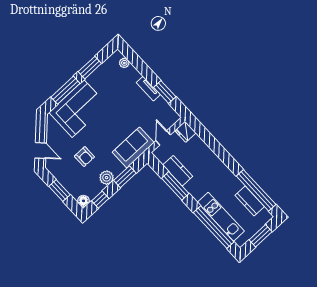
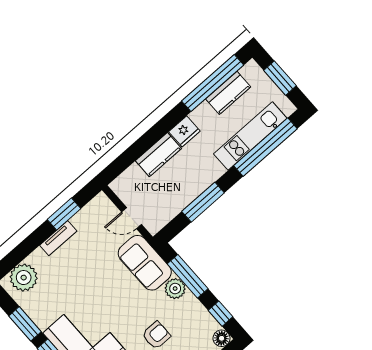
plant: (124, 63) -> (24, 278), width x1.87, depth x1.87
fridge: (185, 132) -> (184, 131), moved
kitchen counter: (178, 171) -> (158, 155), moved, turned 180
window: (125, 177) -> (188, 276), width x1.44
plant: (107, 178) -> (175, 289), moved

